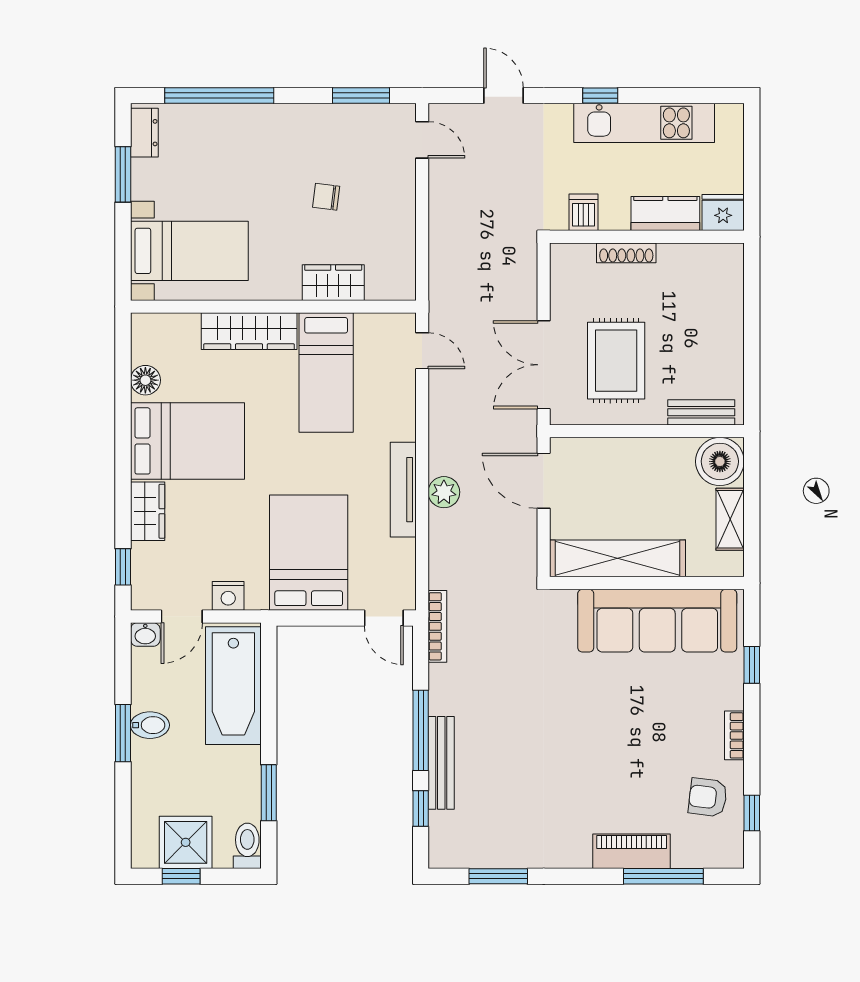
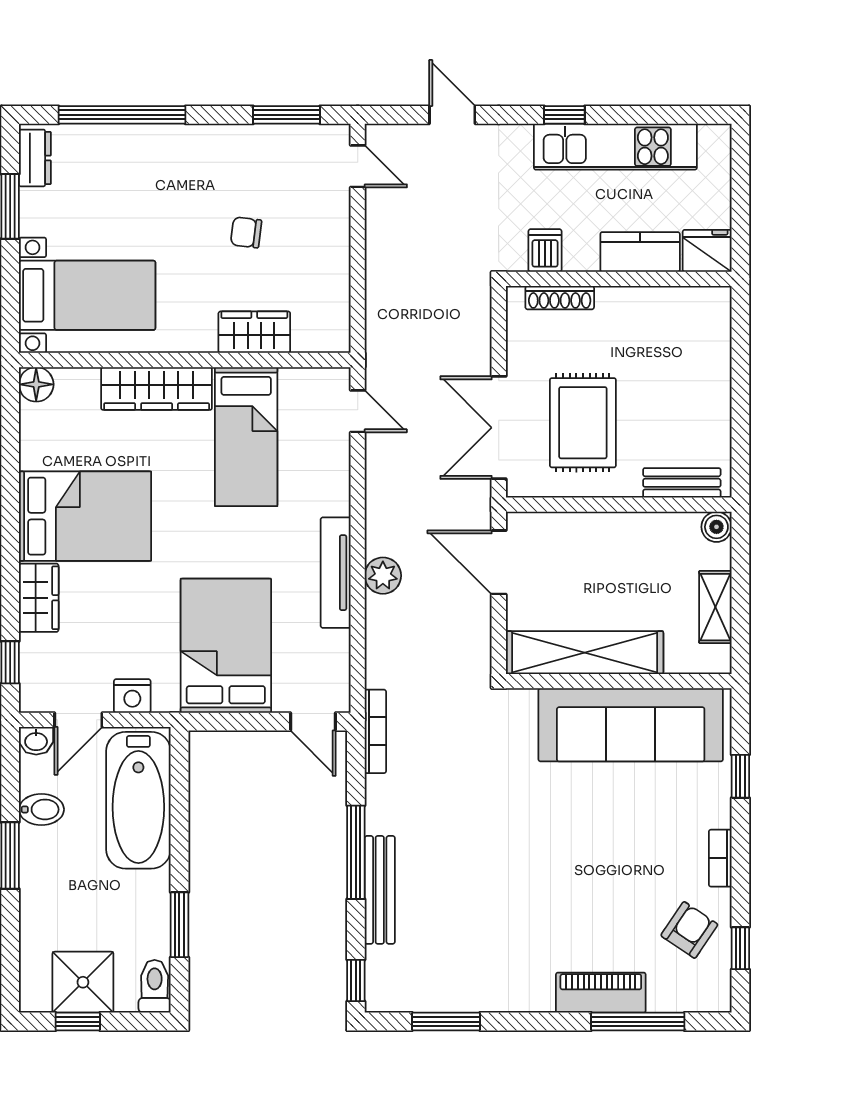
shoe rack: (626, 253) -> (560, 298), moved
floor lamp: (145, 380) -> (36, 384), moved
boiler: (720, 461) -> (716, 527), width x0.54, depth x0.54
bidet: (150, 725) -> (41, 809), moved
armchair: (708, 797) -> (689, 930), turned 117
window: (421, 809) -> (356, 981), moved

